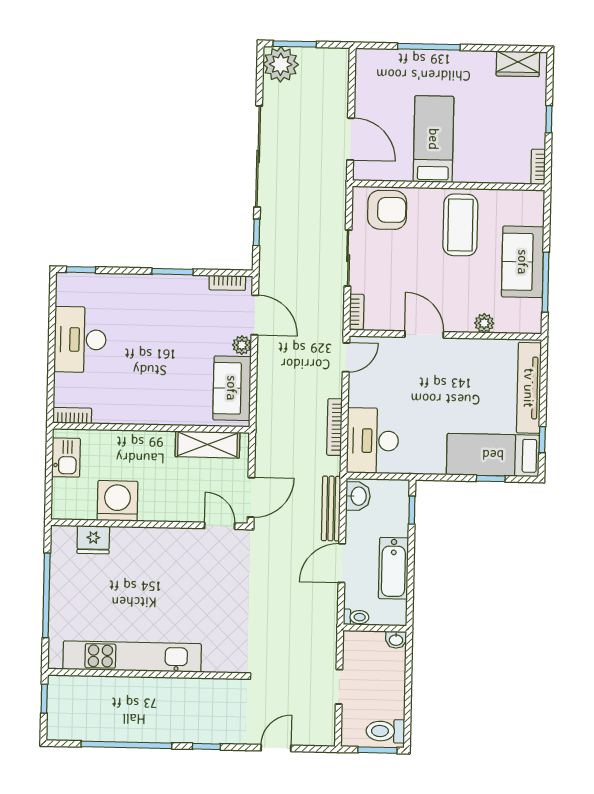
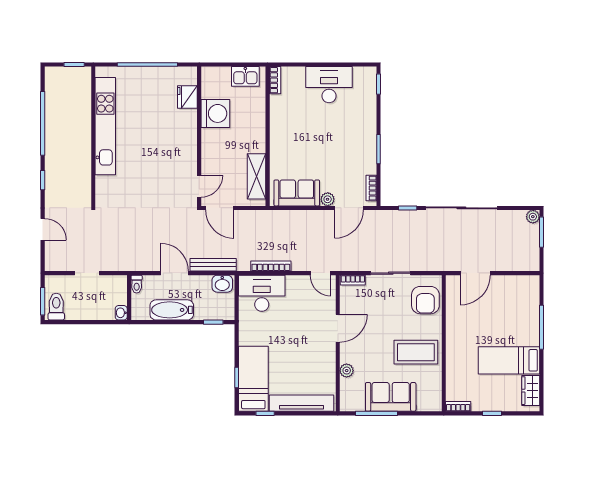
plant: (281, 64) -> (533, 217), width x0.53, depth x0.53
bed: (434, 139) -> (509, 360), moved, turned 180

